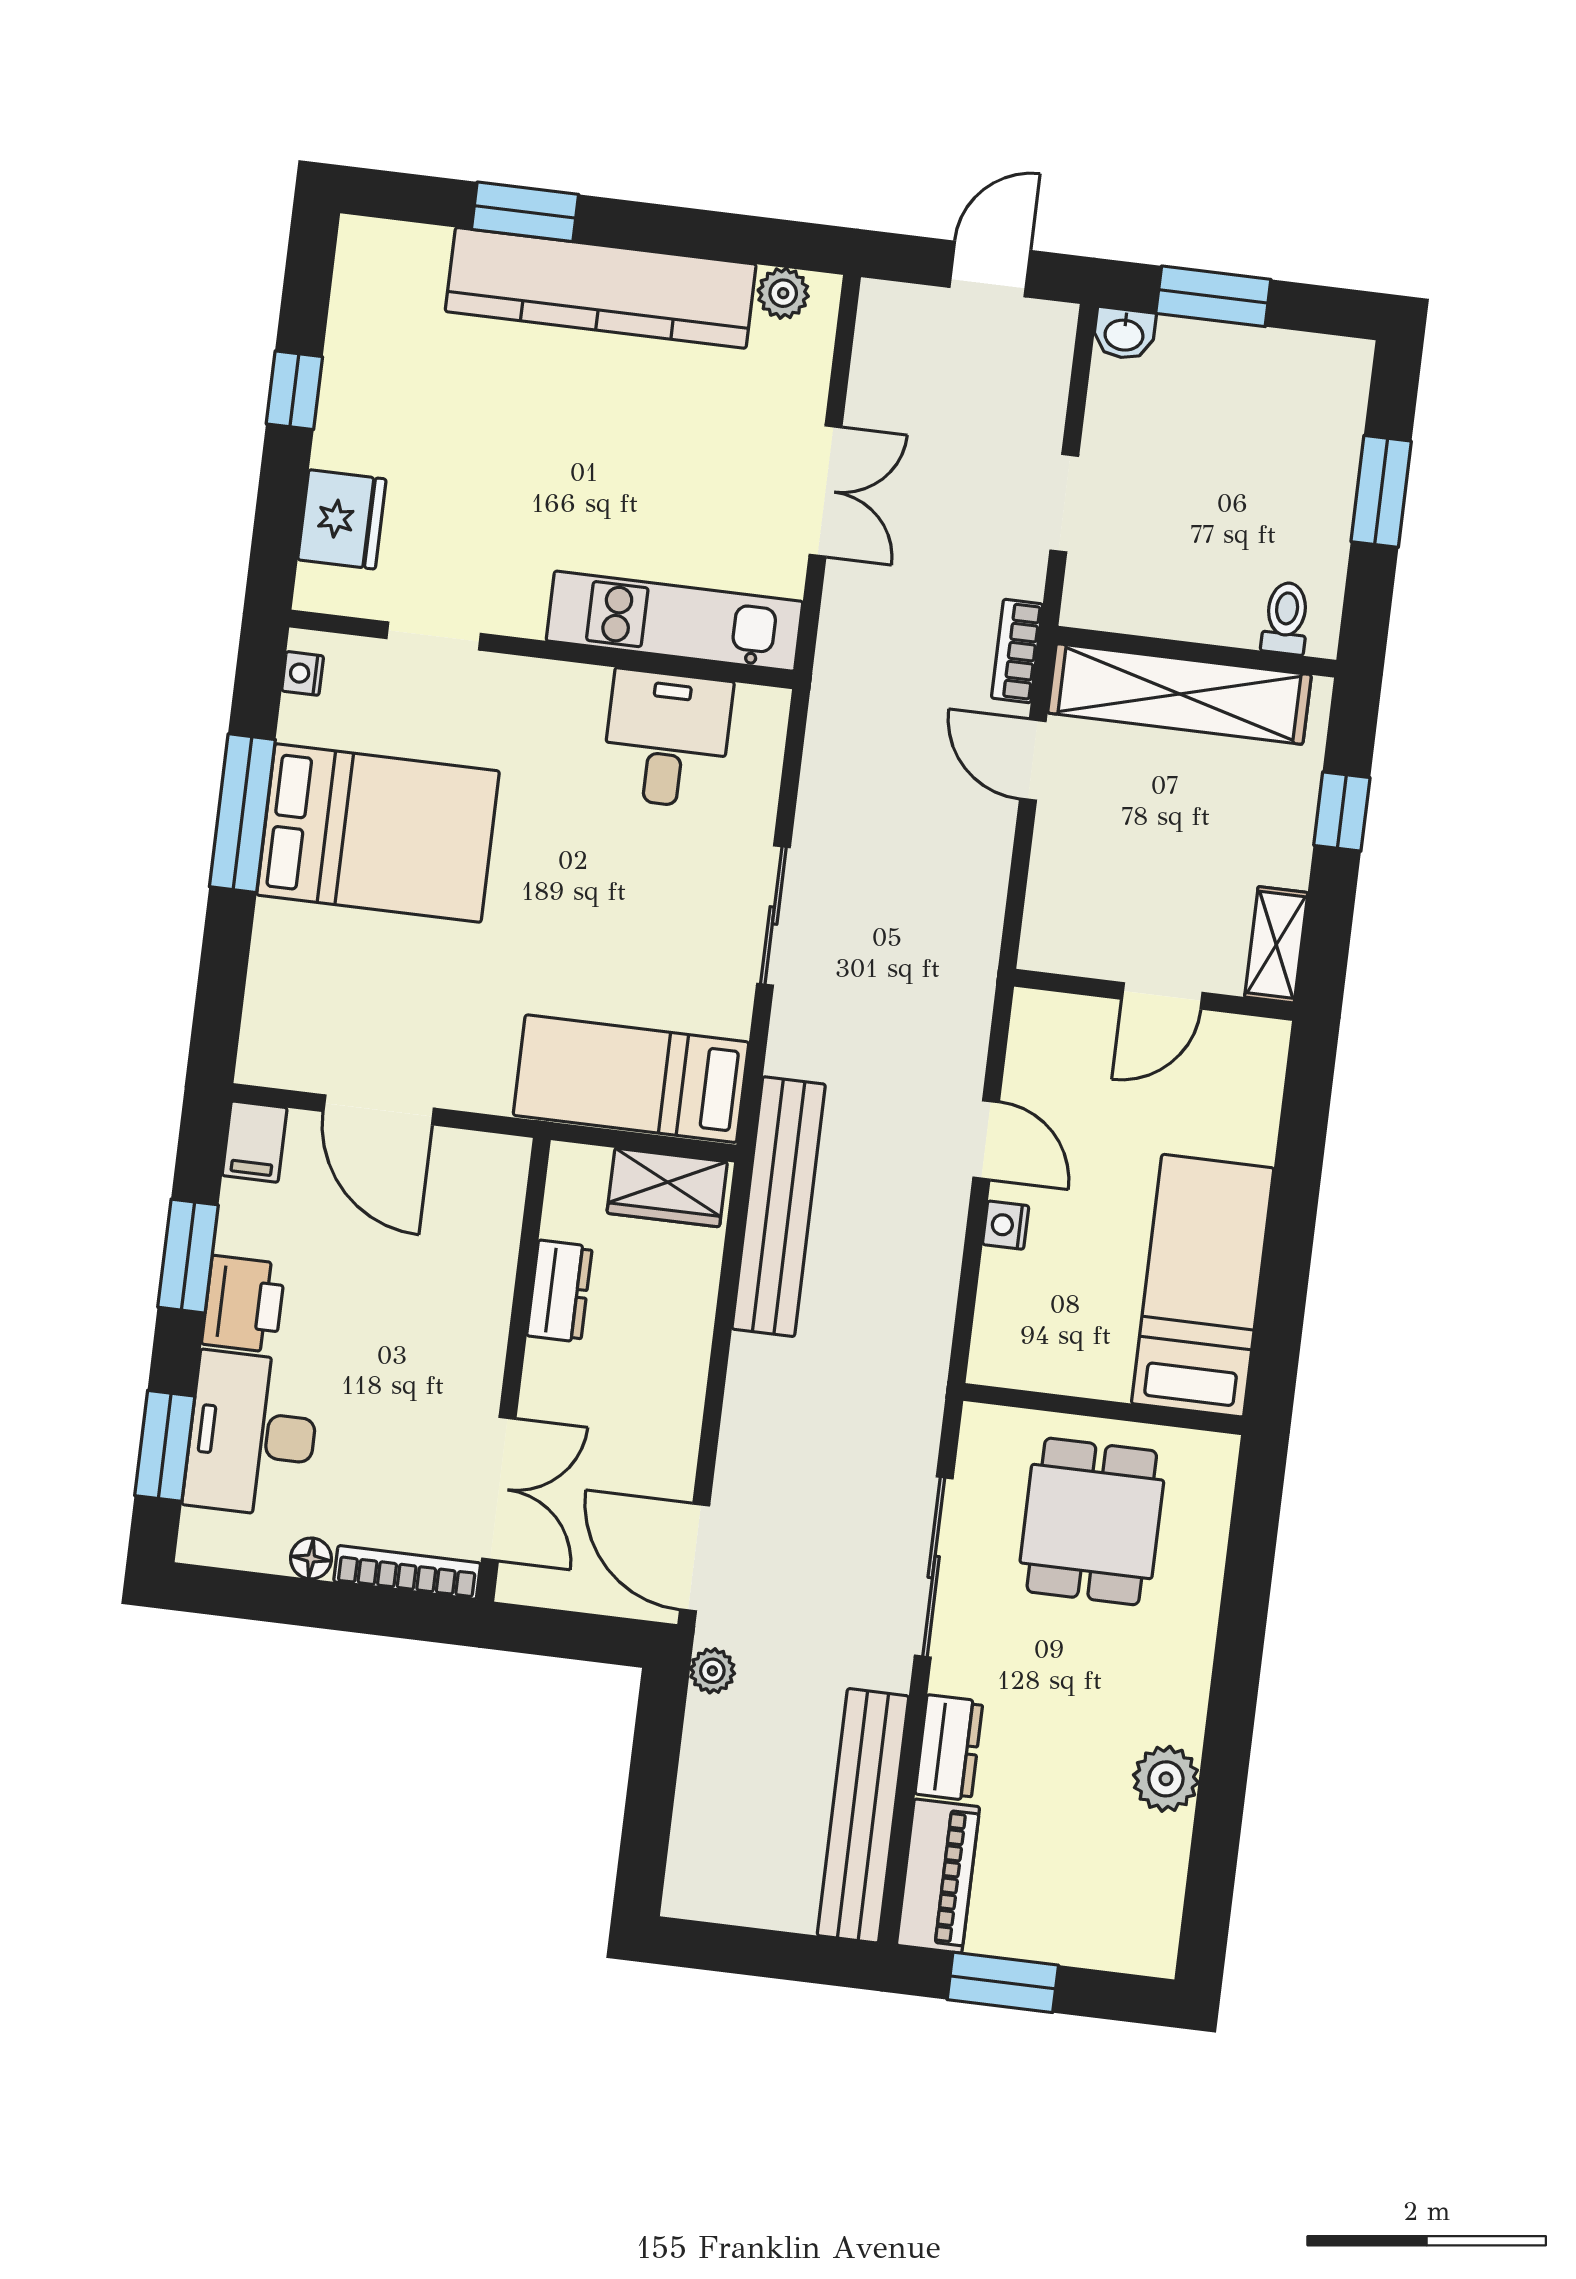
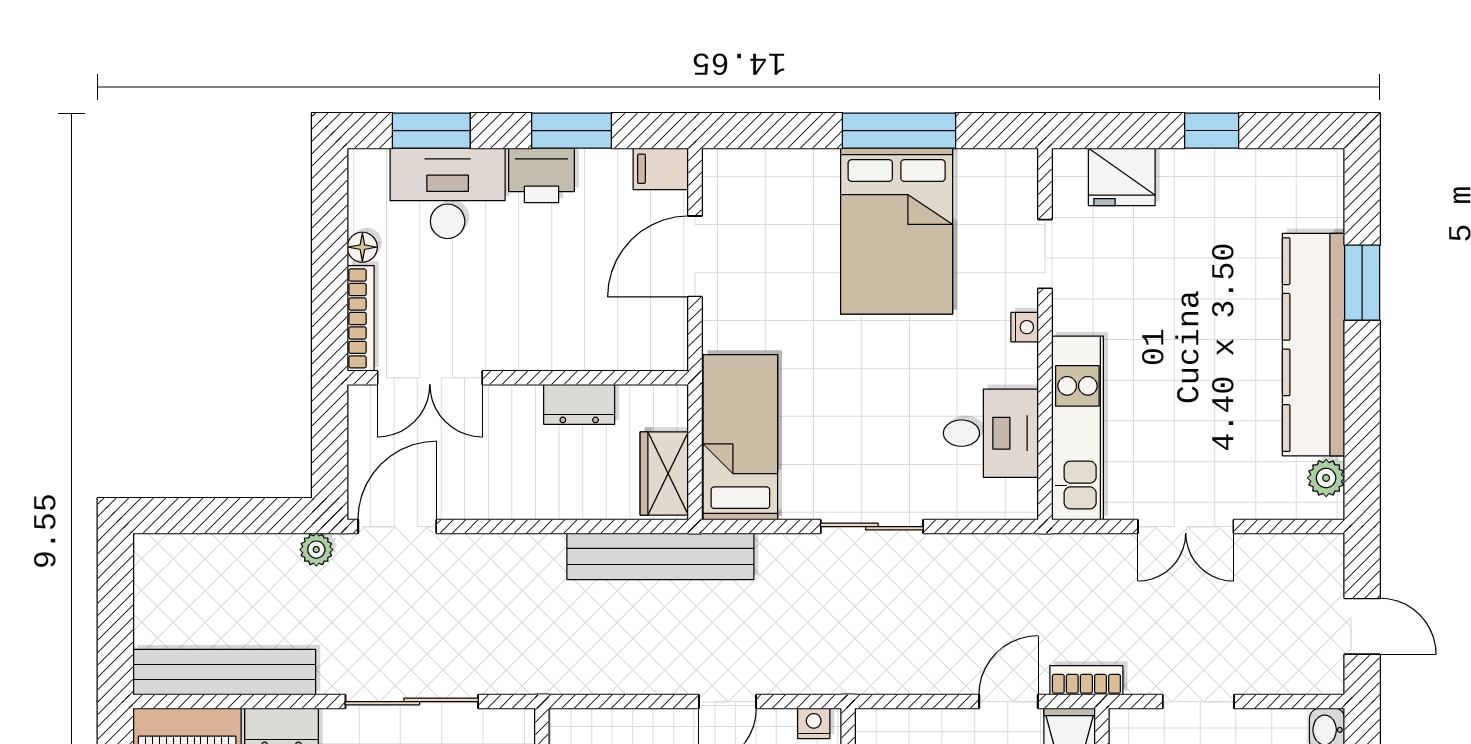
nightstand: (303, 673) -> (1025, 327), moved, turned 90
nightstand: (1006, 1225) -> (814, 723), moved

